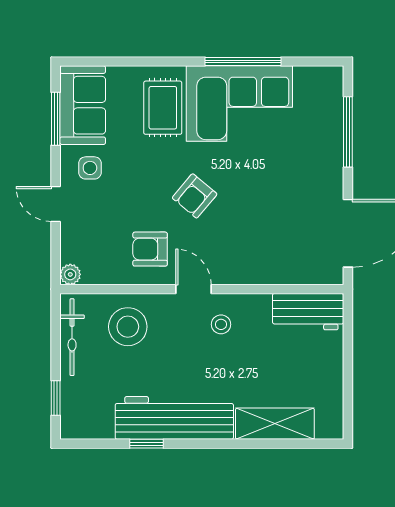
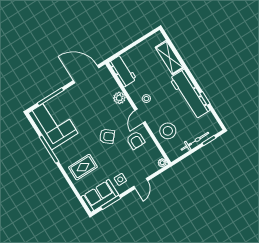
corner sofa: (239, 104) -> (53, 123), moved
plant: (257, 270) -> (119, 98), added
bicycle: (72, 337) -> (195, 141), moved

